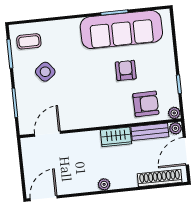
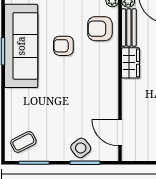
coffee table: (29, 41) -> (23, 142), turned 63
side table: (45, 72) -> (81, 148), moved
armchair: (146, 104) -> (100, 29), turned -89

